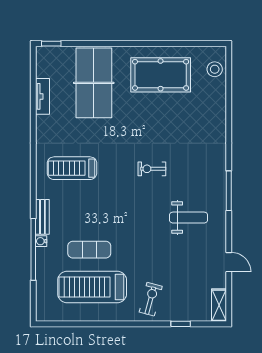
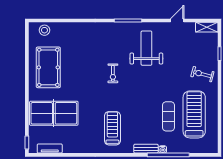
tv unit: (43, 96) -> (50, 148), moved
treadmill: (72, 168) -> (112, 128), turned 180
weight bench: (189, 218) -> (146, 48), width x1.36, depth x1.33
treadmill: (92, 287) -> (194, 114), turned 180

